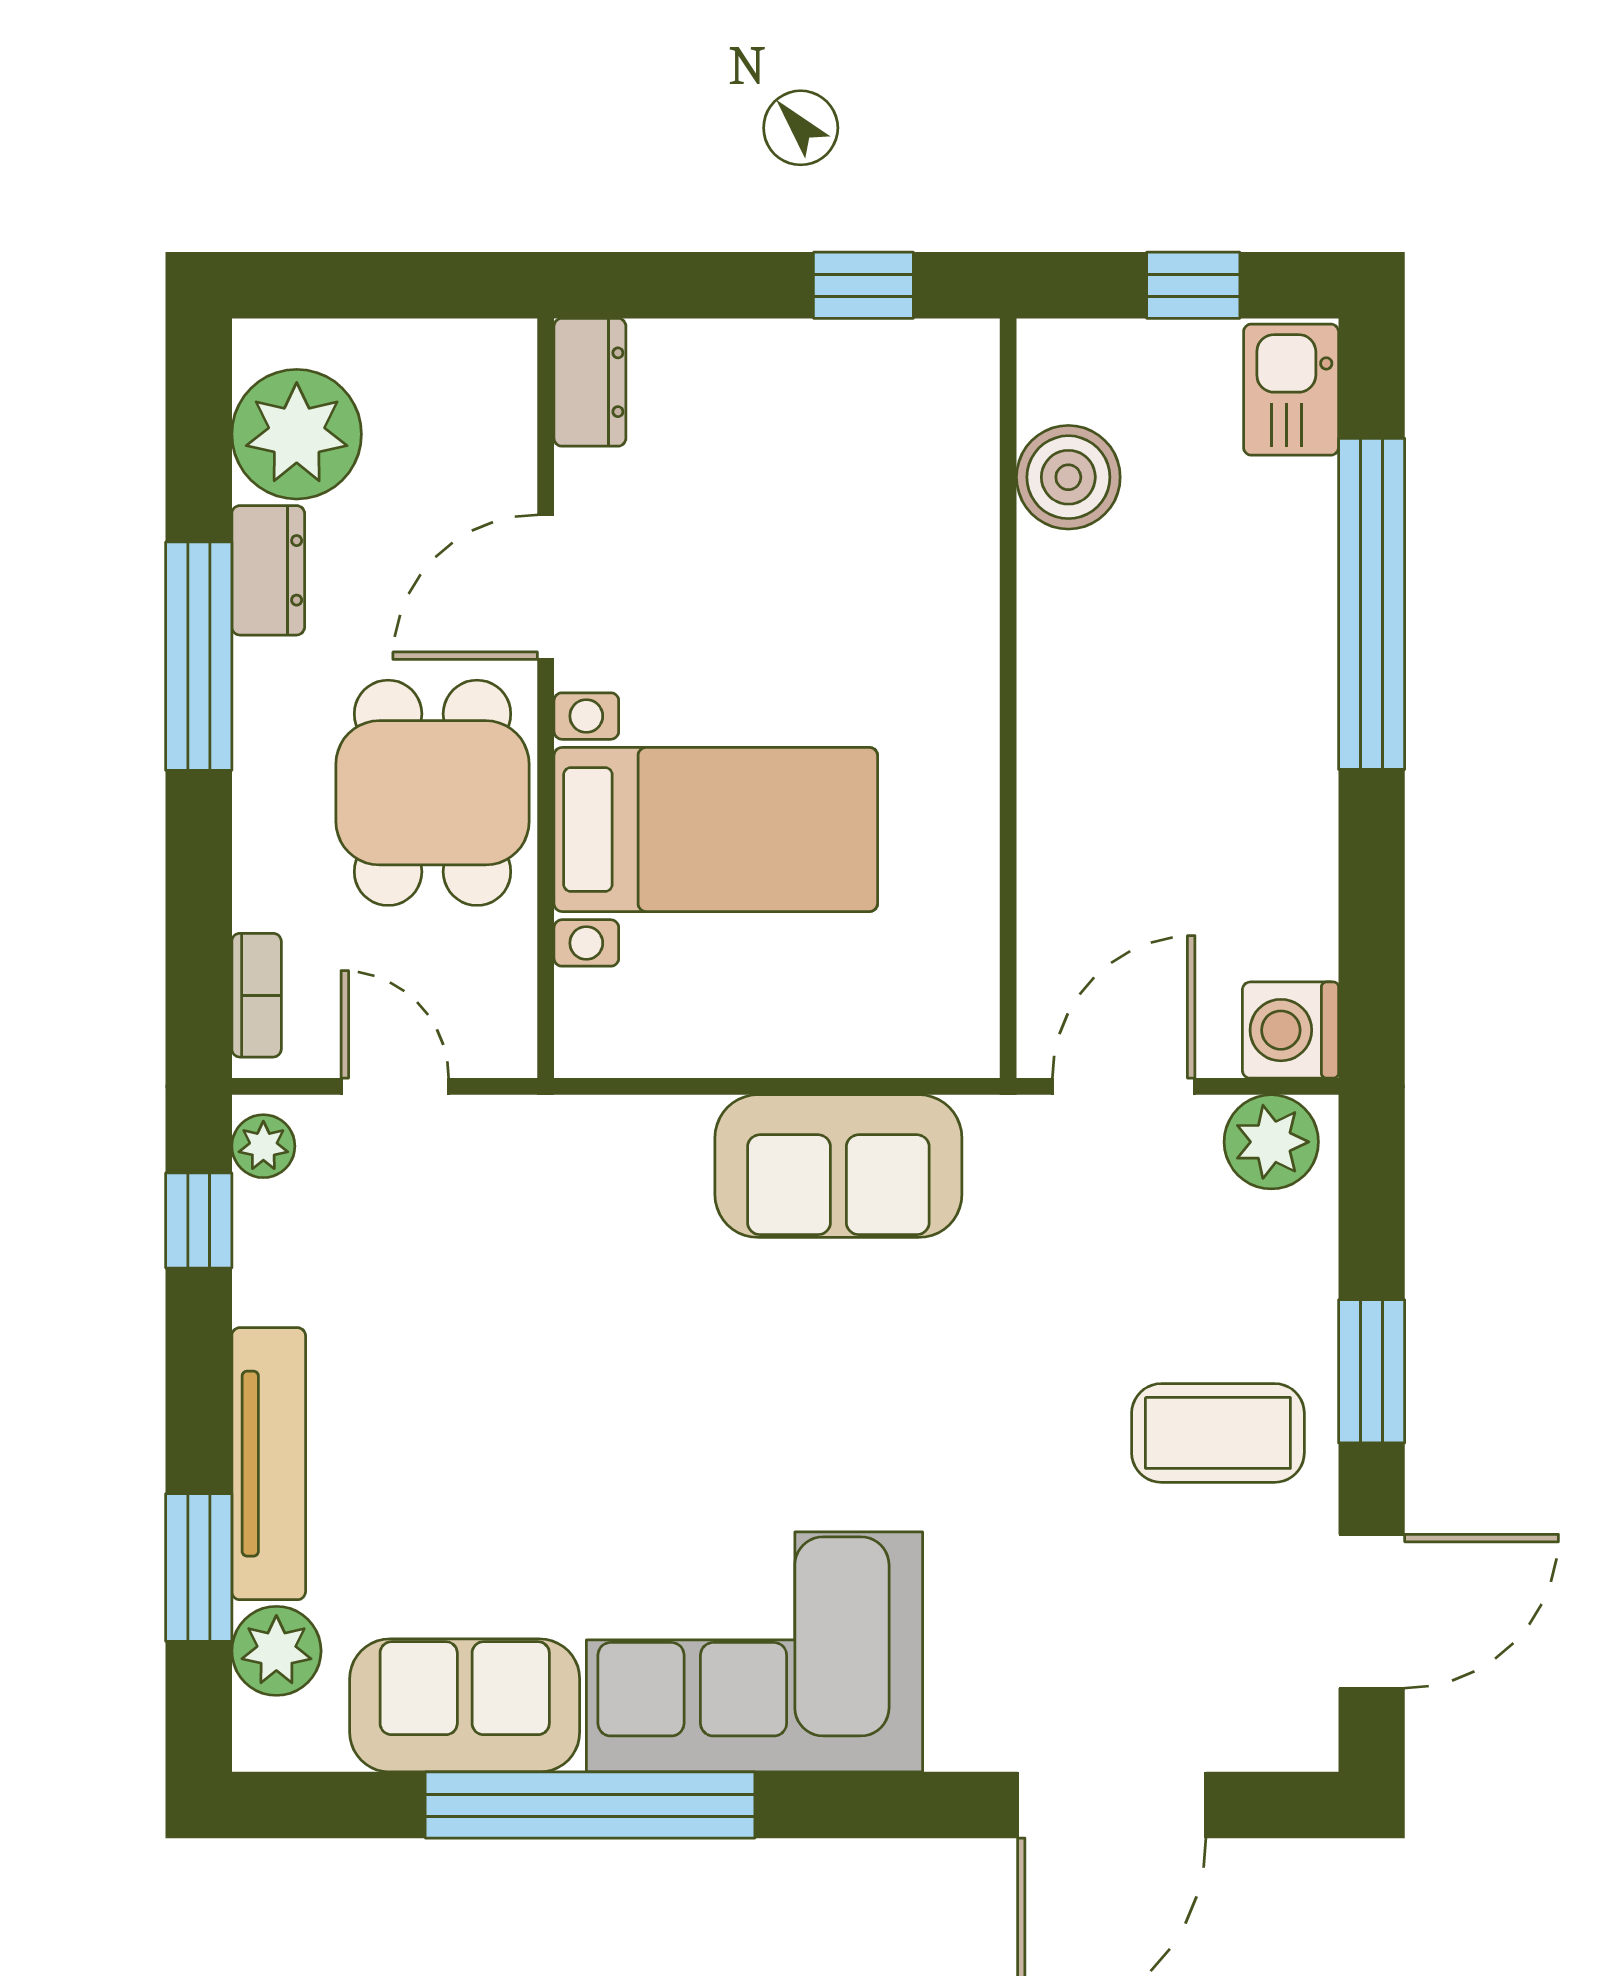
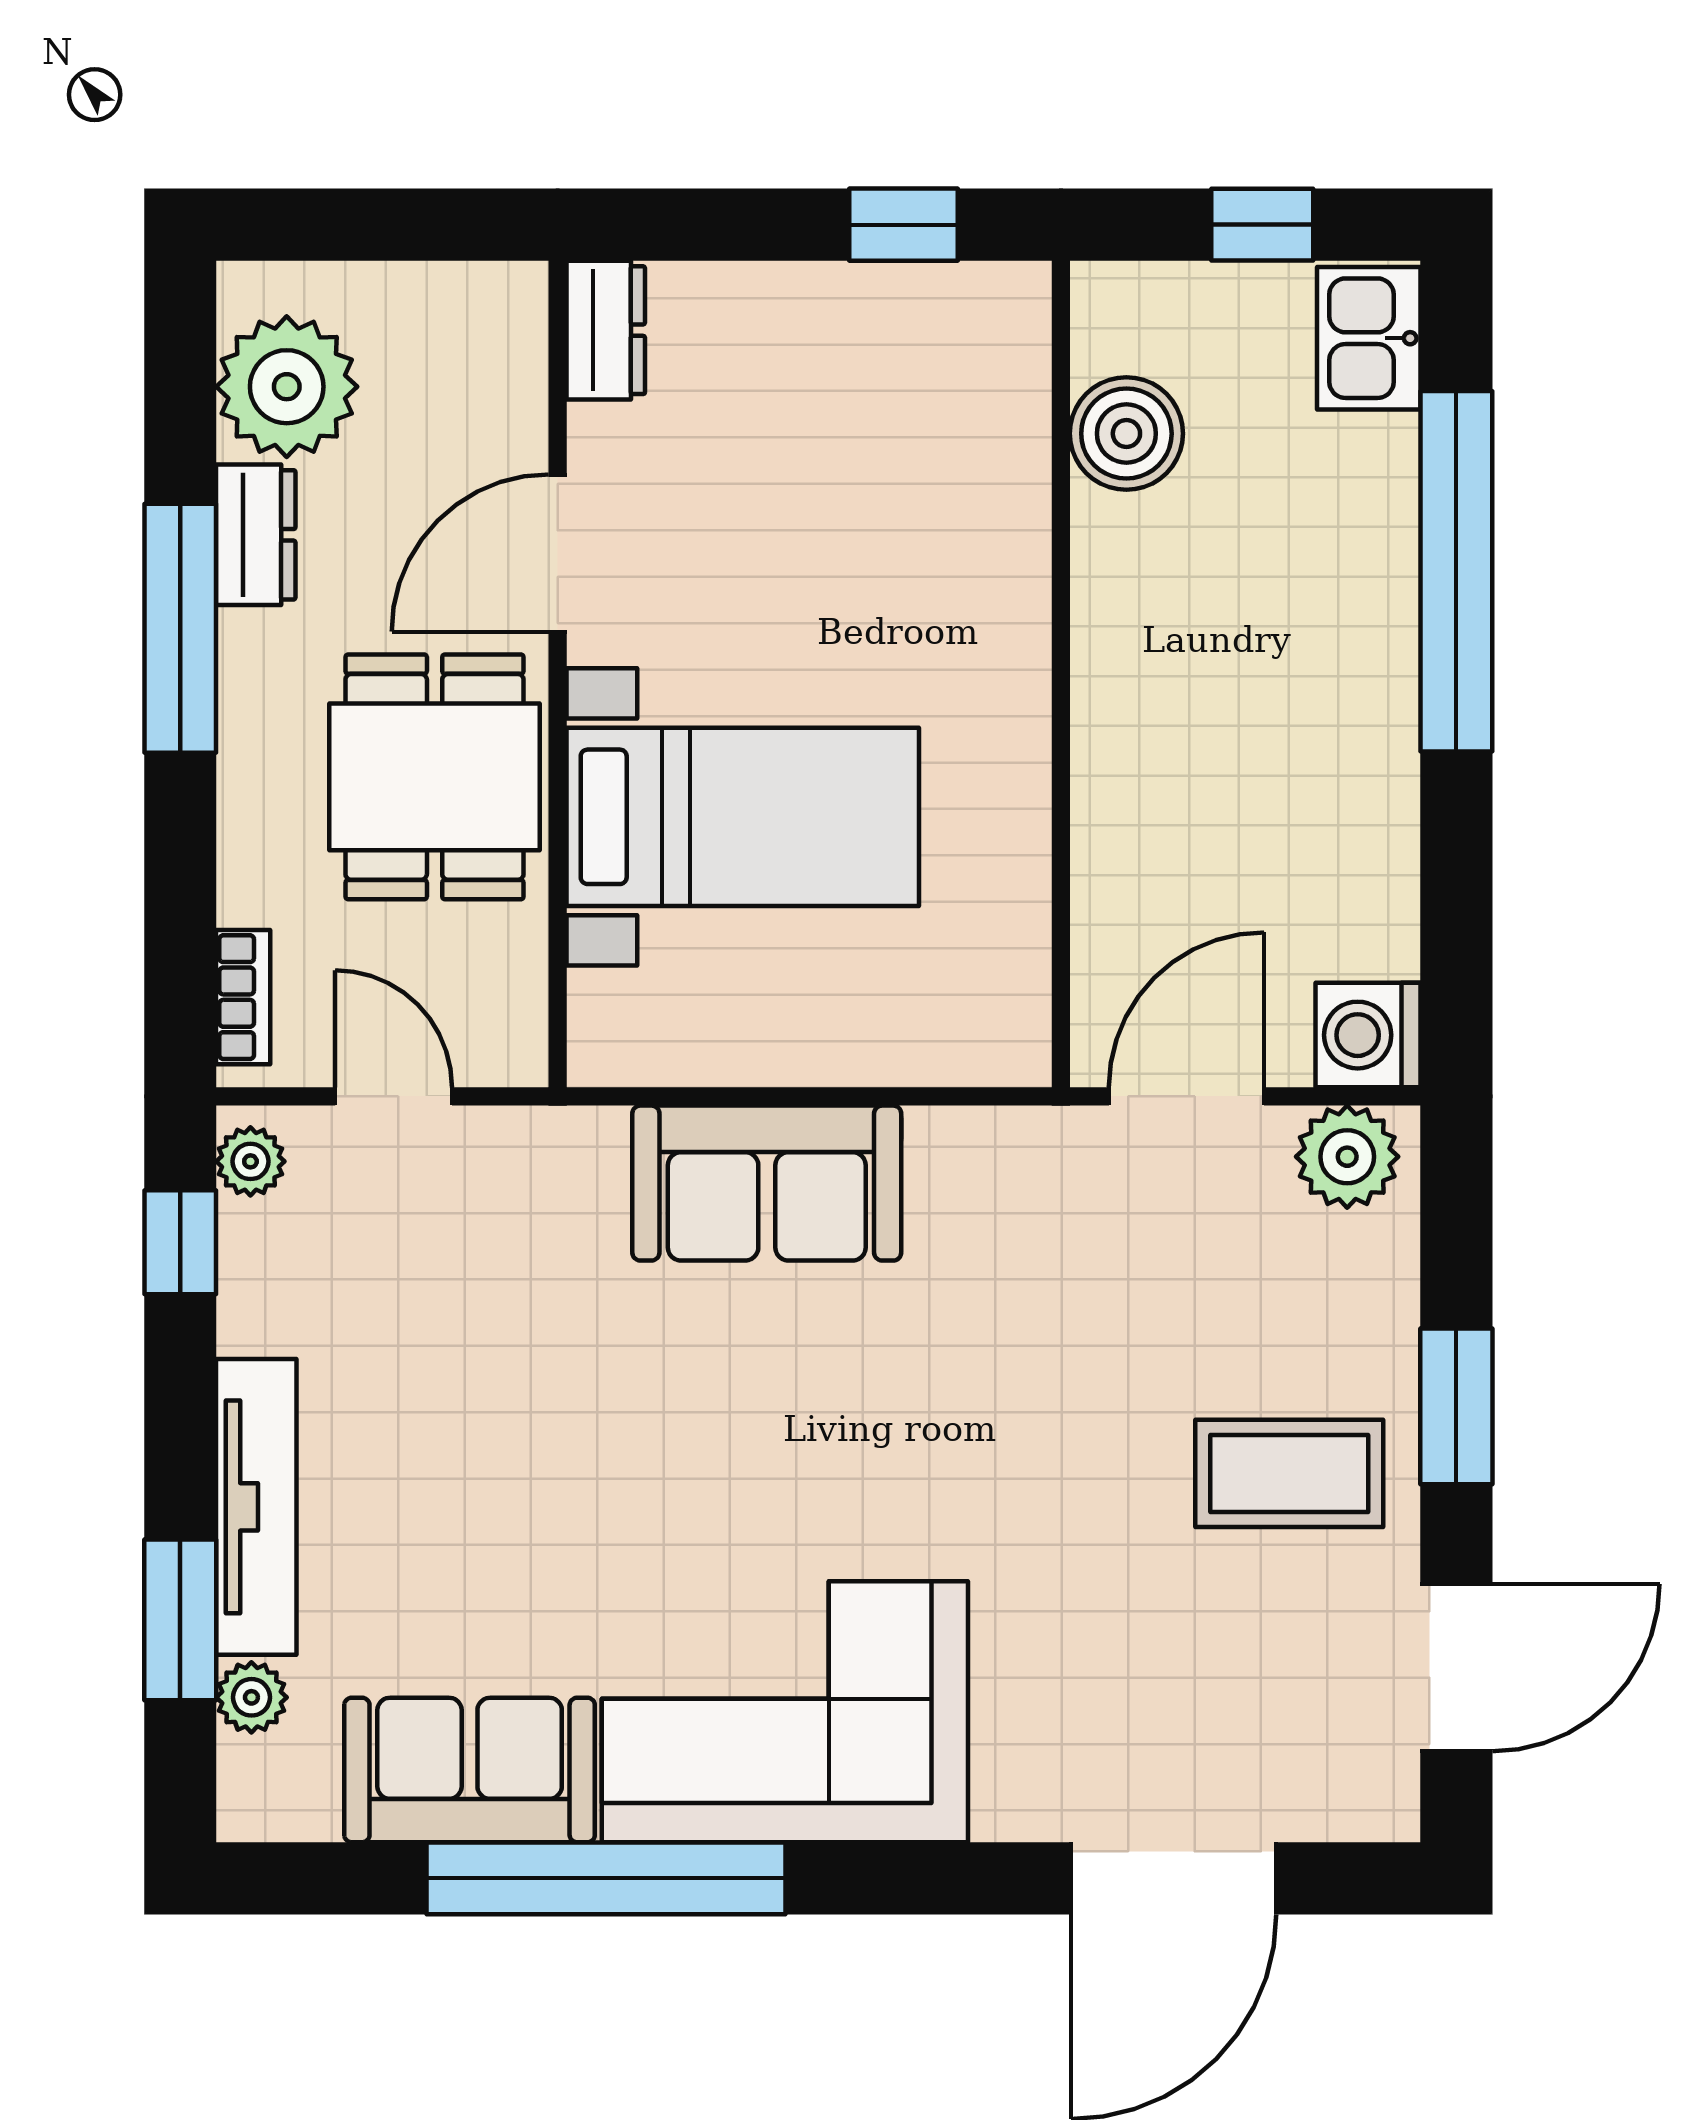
sofa: (838, 1166) -> (767, 1183), moved
plant: (276, 1651) -> (251, 1697), width x0.73, depth x0.73

